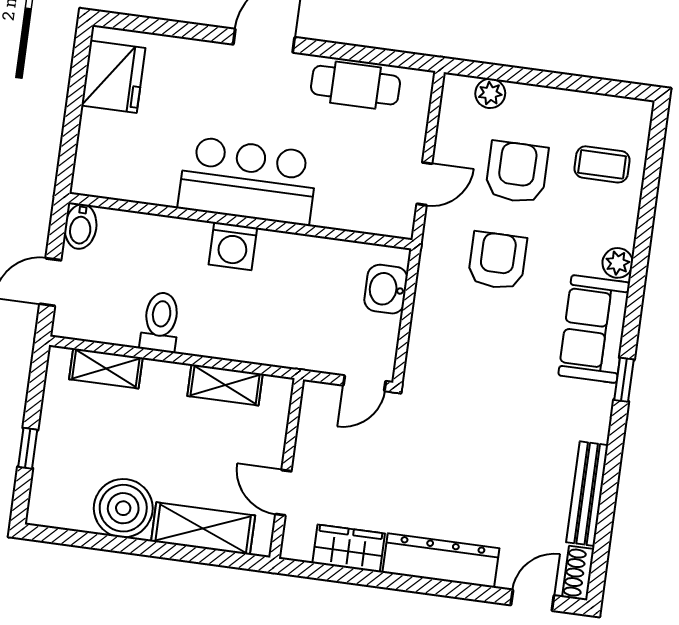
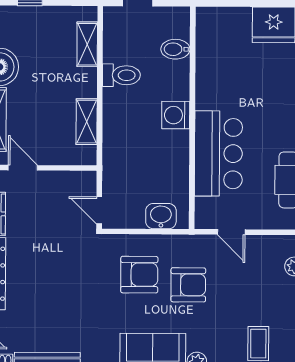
armchair: (517, 172) -> (139, 275), moved
bar counter: (248, 181) -> (218, 154), moved
bidet: (81, 227) -> (175, 49), moved
door: (283, 493) -> (23, 168), hinge flipped

